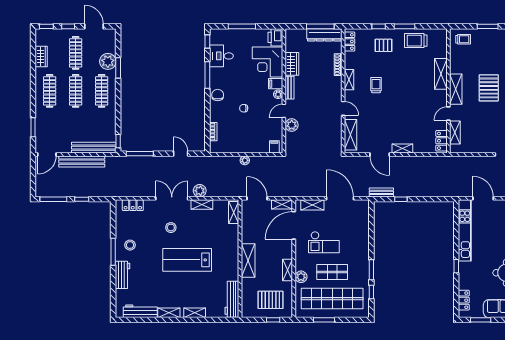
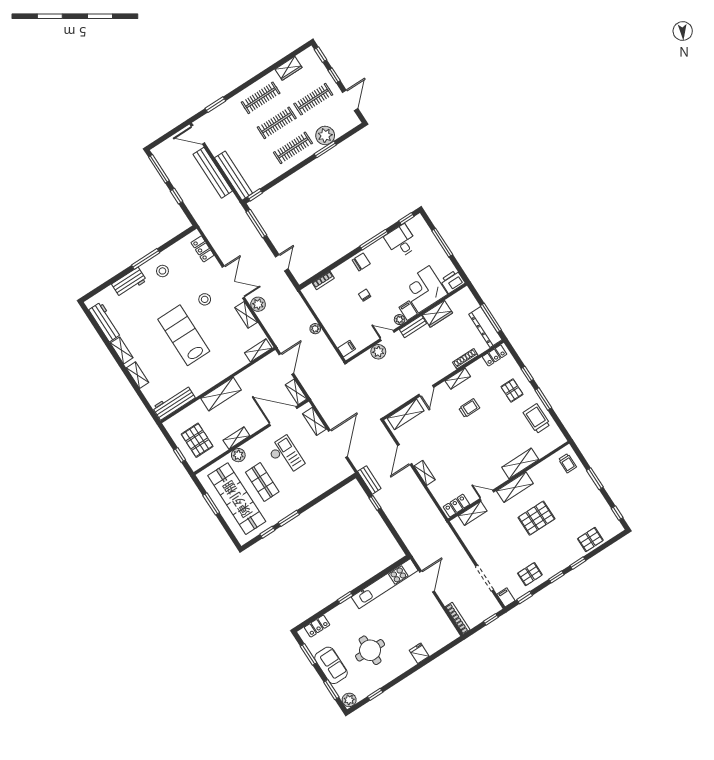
checkout: (324, 242) -> (286, 456), turned 180

